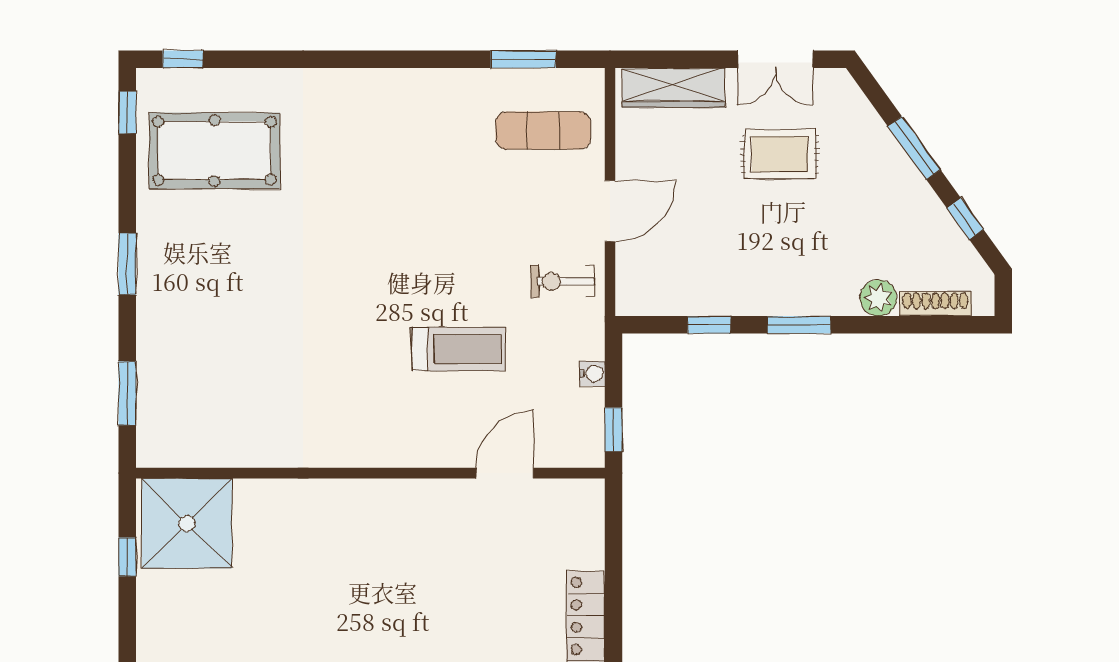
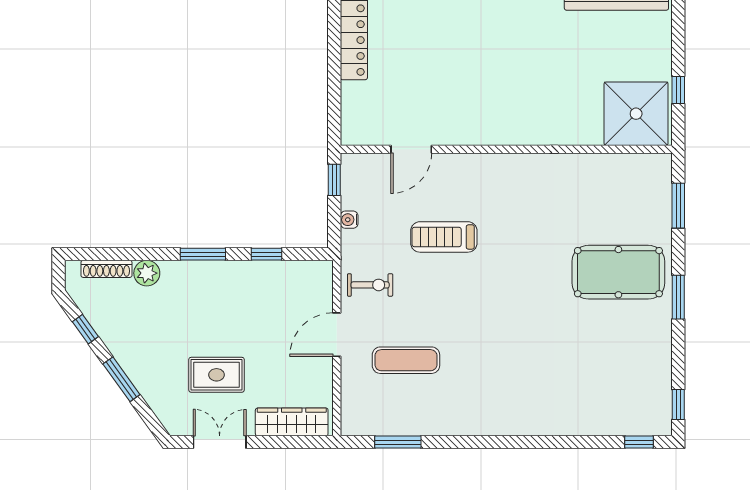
exercise mat: (543, 130) -> (406, 360), moved
pool table: (215, 151) -> (618, 272), moved

